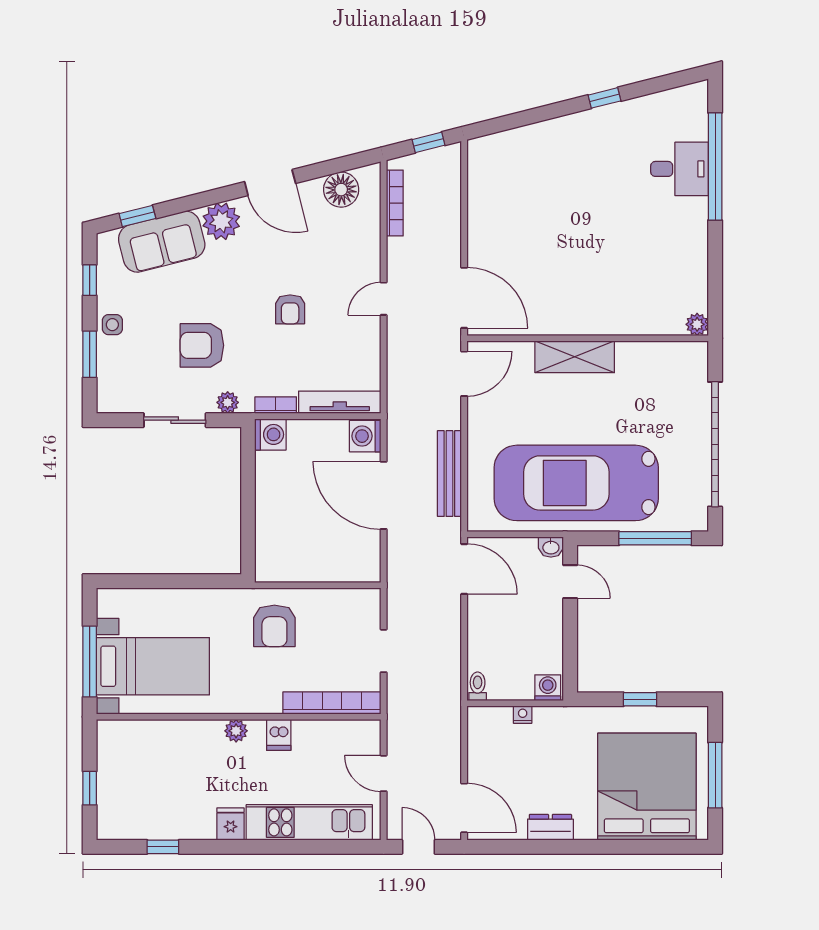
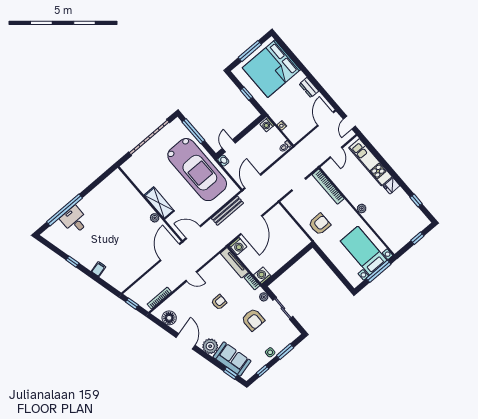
filing cabinet: (548, 135) -> (99, 269), added
plant: (697, 324) -> (155, 218), moved
dishwasher: (279, 735) -> (352, 194), removed

